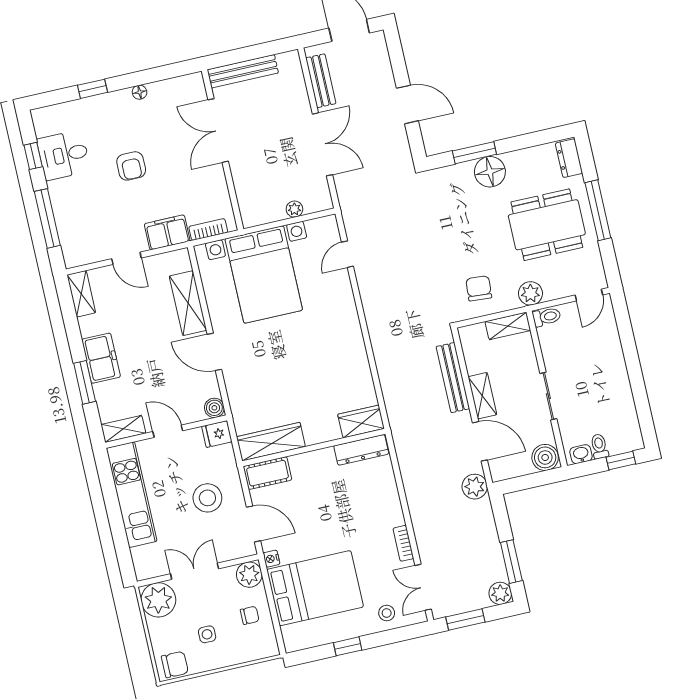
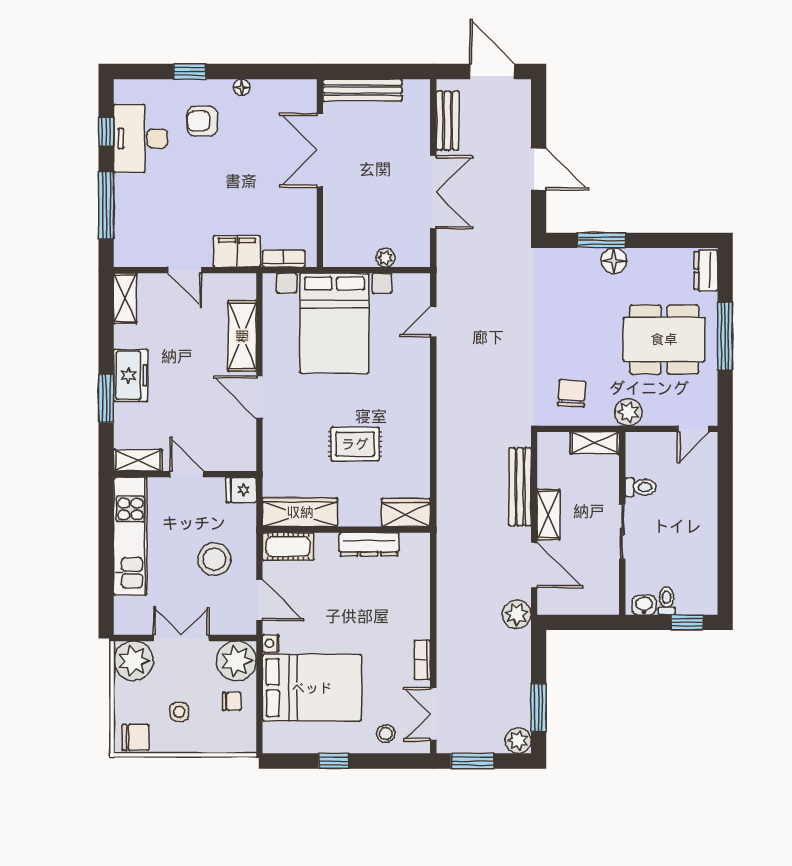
desk: (64, 155) -> (141, 138), width x1.37
armchair: (131, 166) -> (202, 121), moved, turned 90
floor lamp: (490, 172) -> (614, 261), width x0.73, depth x0.73
toilet: (547, 317) -> (641, 487), moved
rug: (305, 373) -> (355, 444), added
boiler: (214, 408) -> (245, 460), removed
dresser: (361, 450) -> (369, 544), moved
boiler: (545, 457) -> (603, 600), removed
plant: (249, 575) -> (236, 661), width x1.36, depth x1.36

